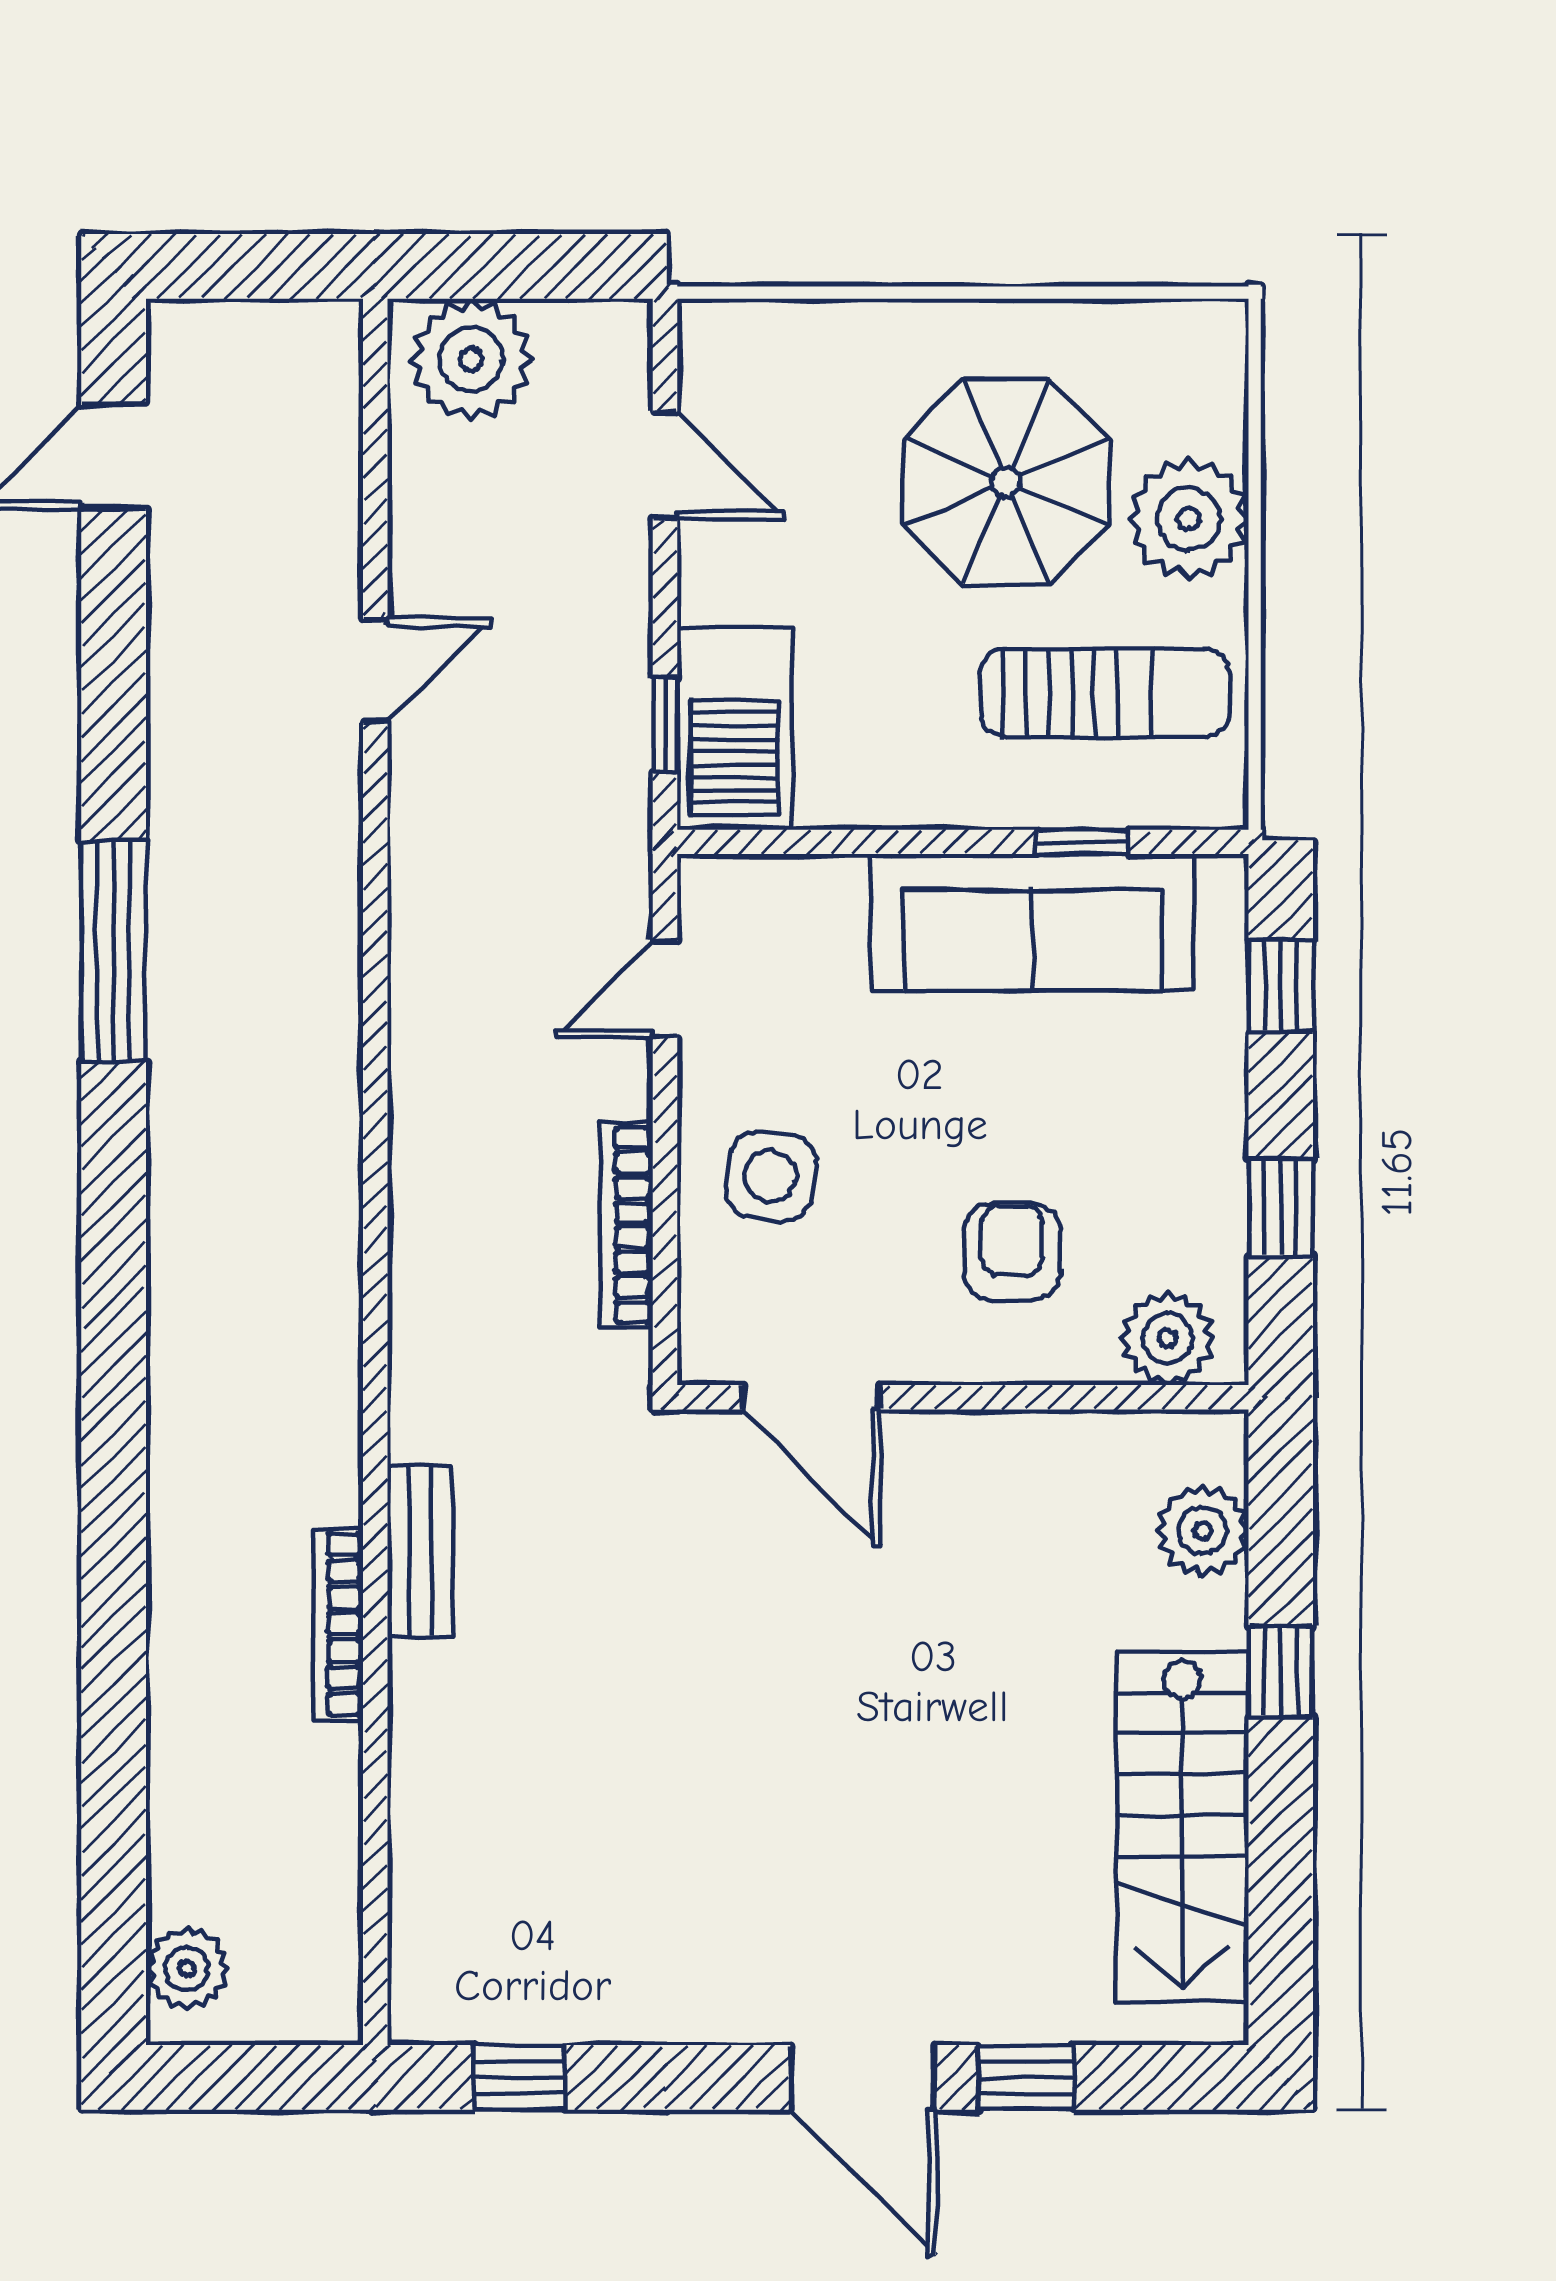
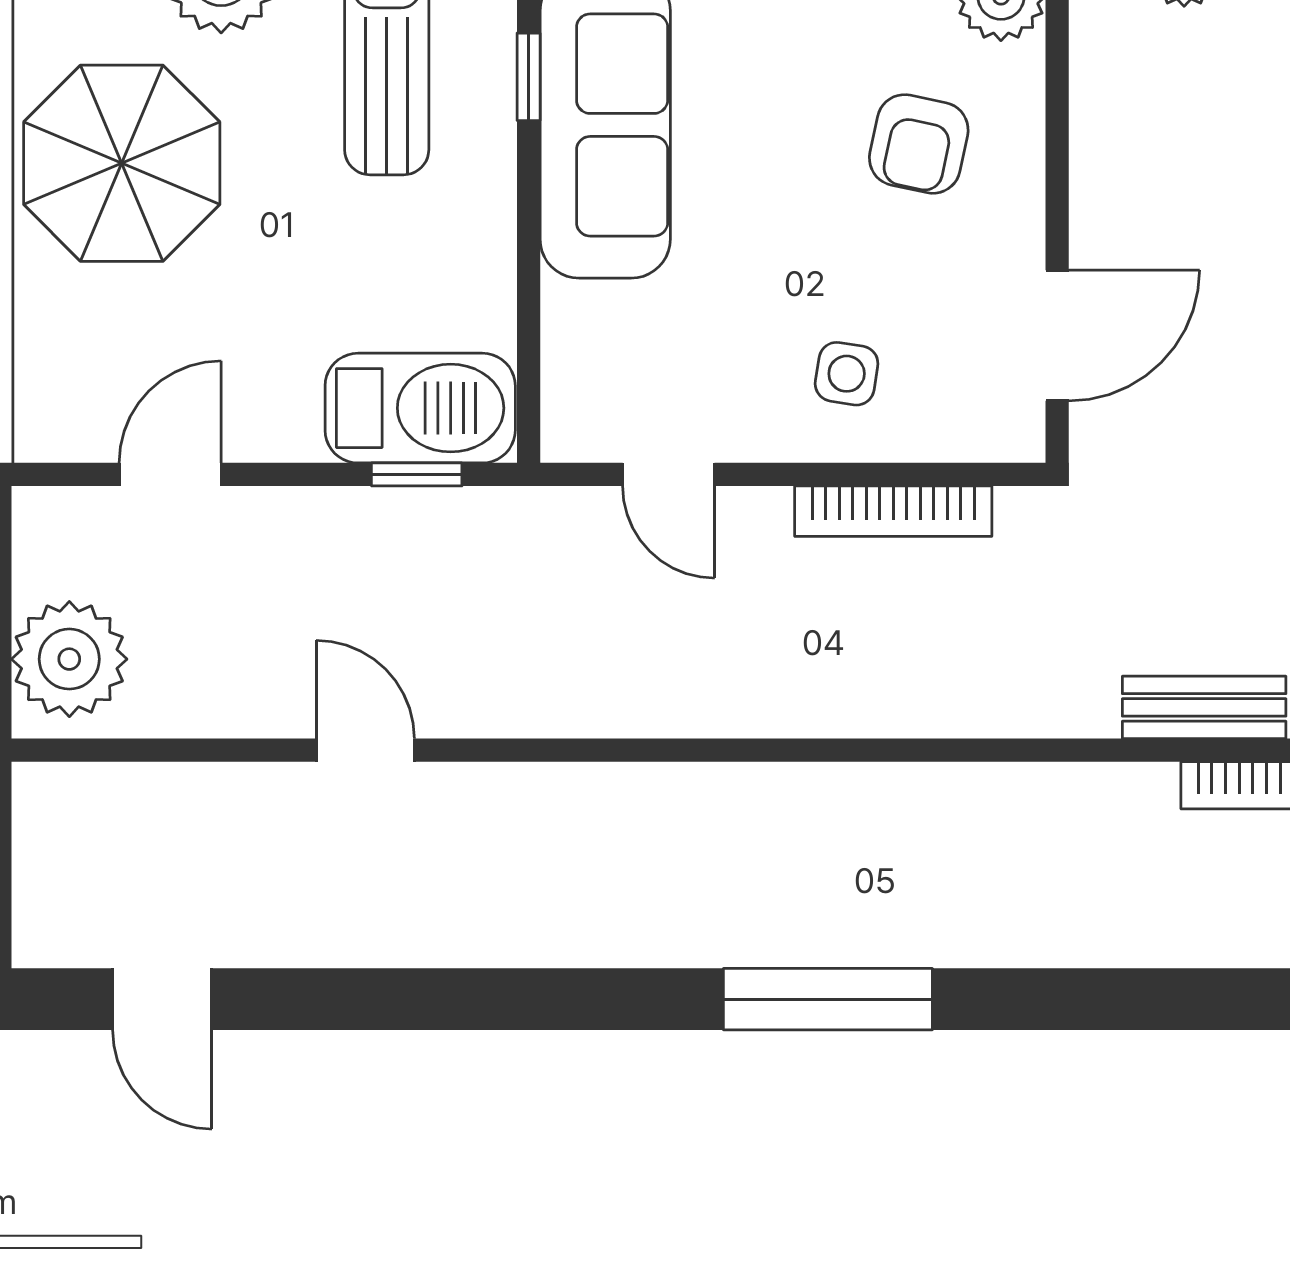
parasol: (1006, 482) -> (122, 163), moved
window: (114, 952) -> (828, 999), moved
side table: (771, 1176) -> (847, 374), width x0.73, depth x0.73
armchair: (1012, 1252) -> (919, 144), turned -78

